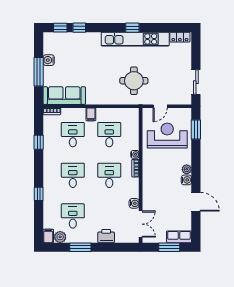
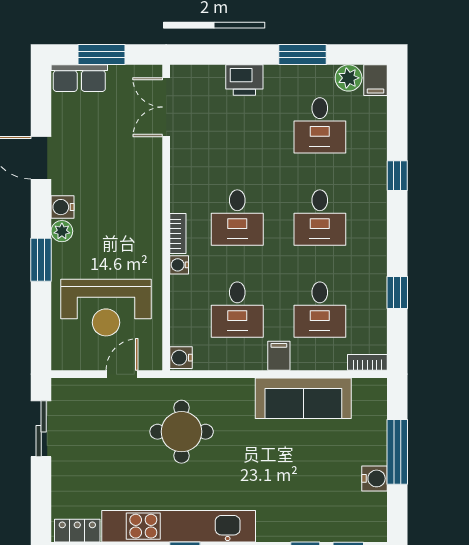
sofa: (64, 96) -> (303, 398), moved
window: (196, 129) -> (41, 260), moved
water cooler: (134, 203) -> (181, 358), moved

